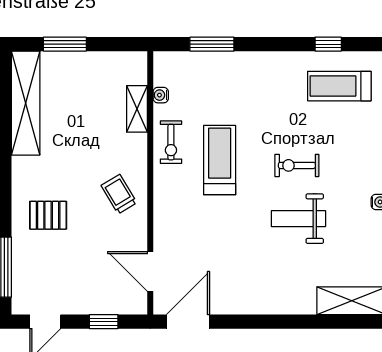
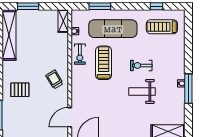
exercise mat: (239, 90) -> (113, 29), added
shelving: (137, 109) -> (63, 21), moved
door: (150, 271) -> (70, 117), hinge flipped

